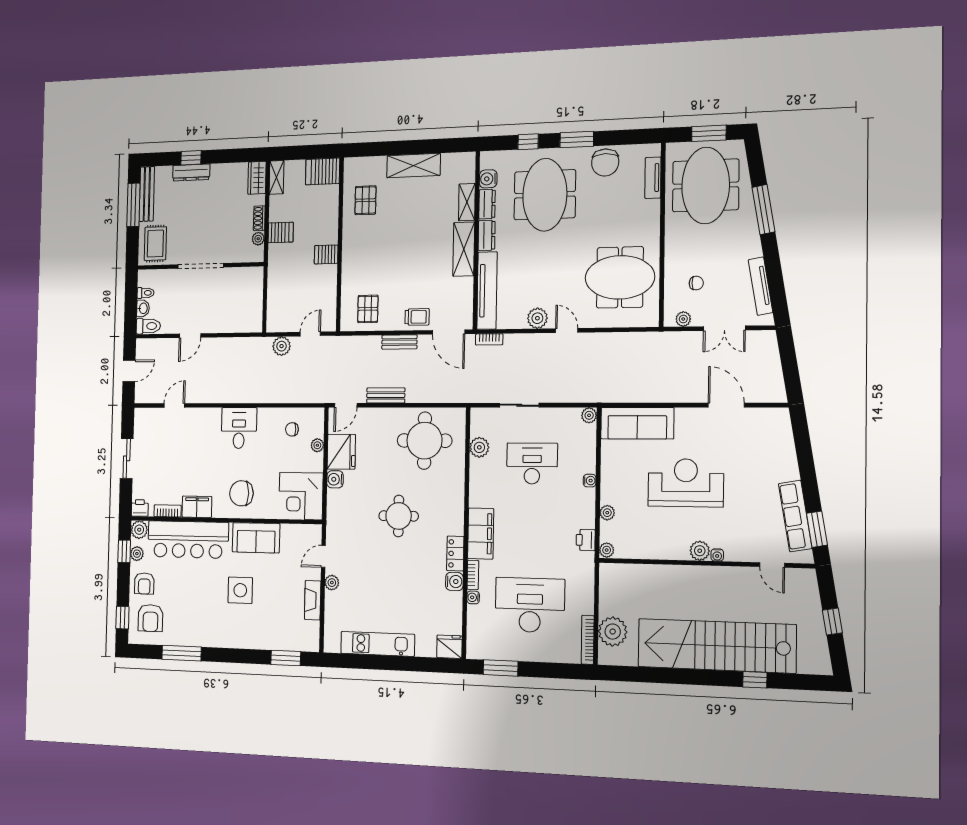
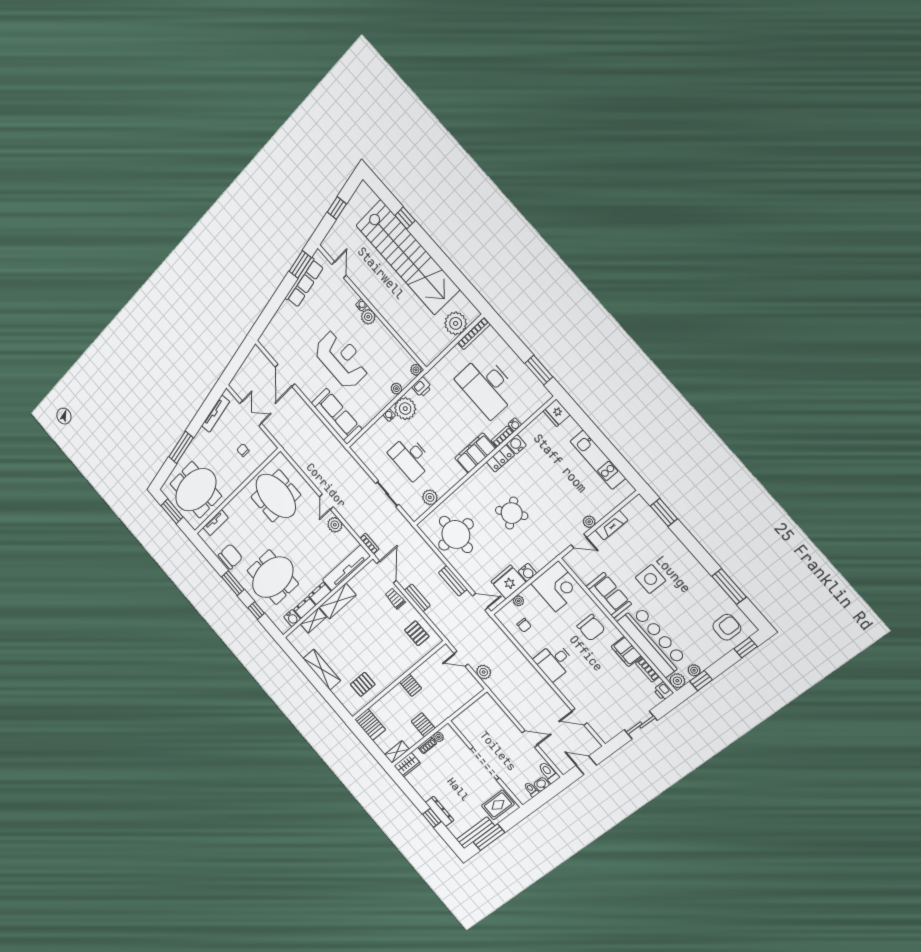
pallet: (368, 309) -> (417, 633), turned 90
plant: (683, 319) -> (265, 441), removed
plant: (589, 415) -> (405, 409), moved, width x1.87, depth x1.87
reception desk: (686, 483) -> (342, 359), turned 180
round table: (399, 516) -> (512, 513), turned -38
armchair: (144, 584) -> (709, 650), removed

